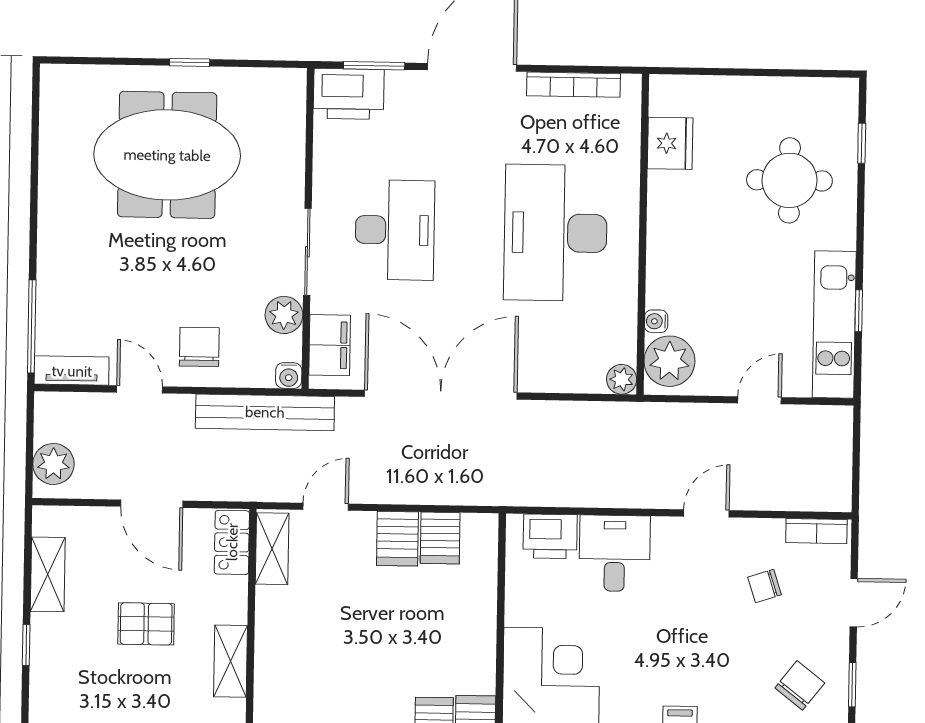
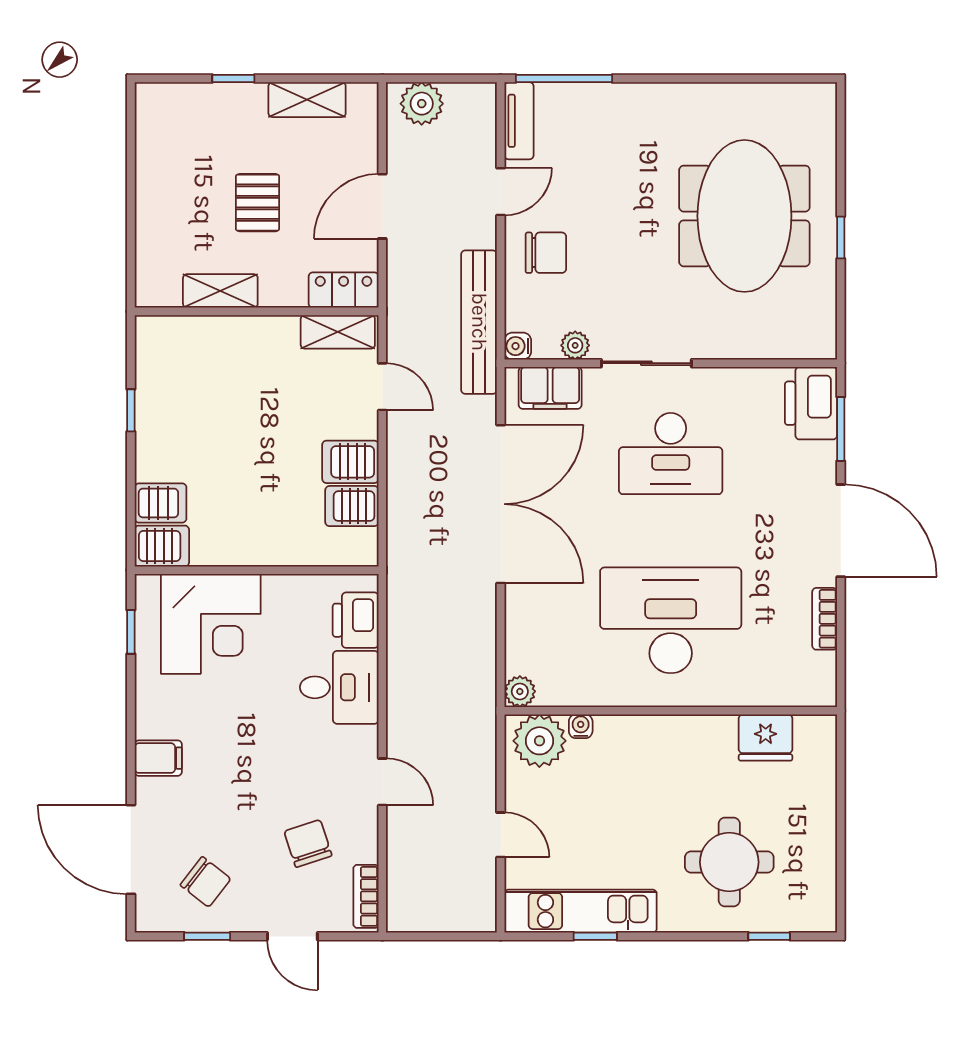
bookcase: (573, 85) -> (825, 619), width x0.64
plant: (284, 315) -> (575, 345), width x0.73, depth x0.73
chair: (765, 586) -> (308, 844), width x1.37, depth x1.37

